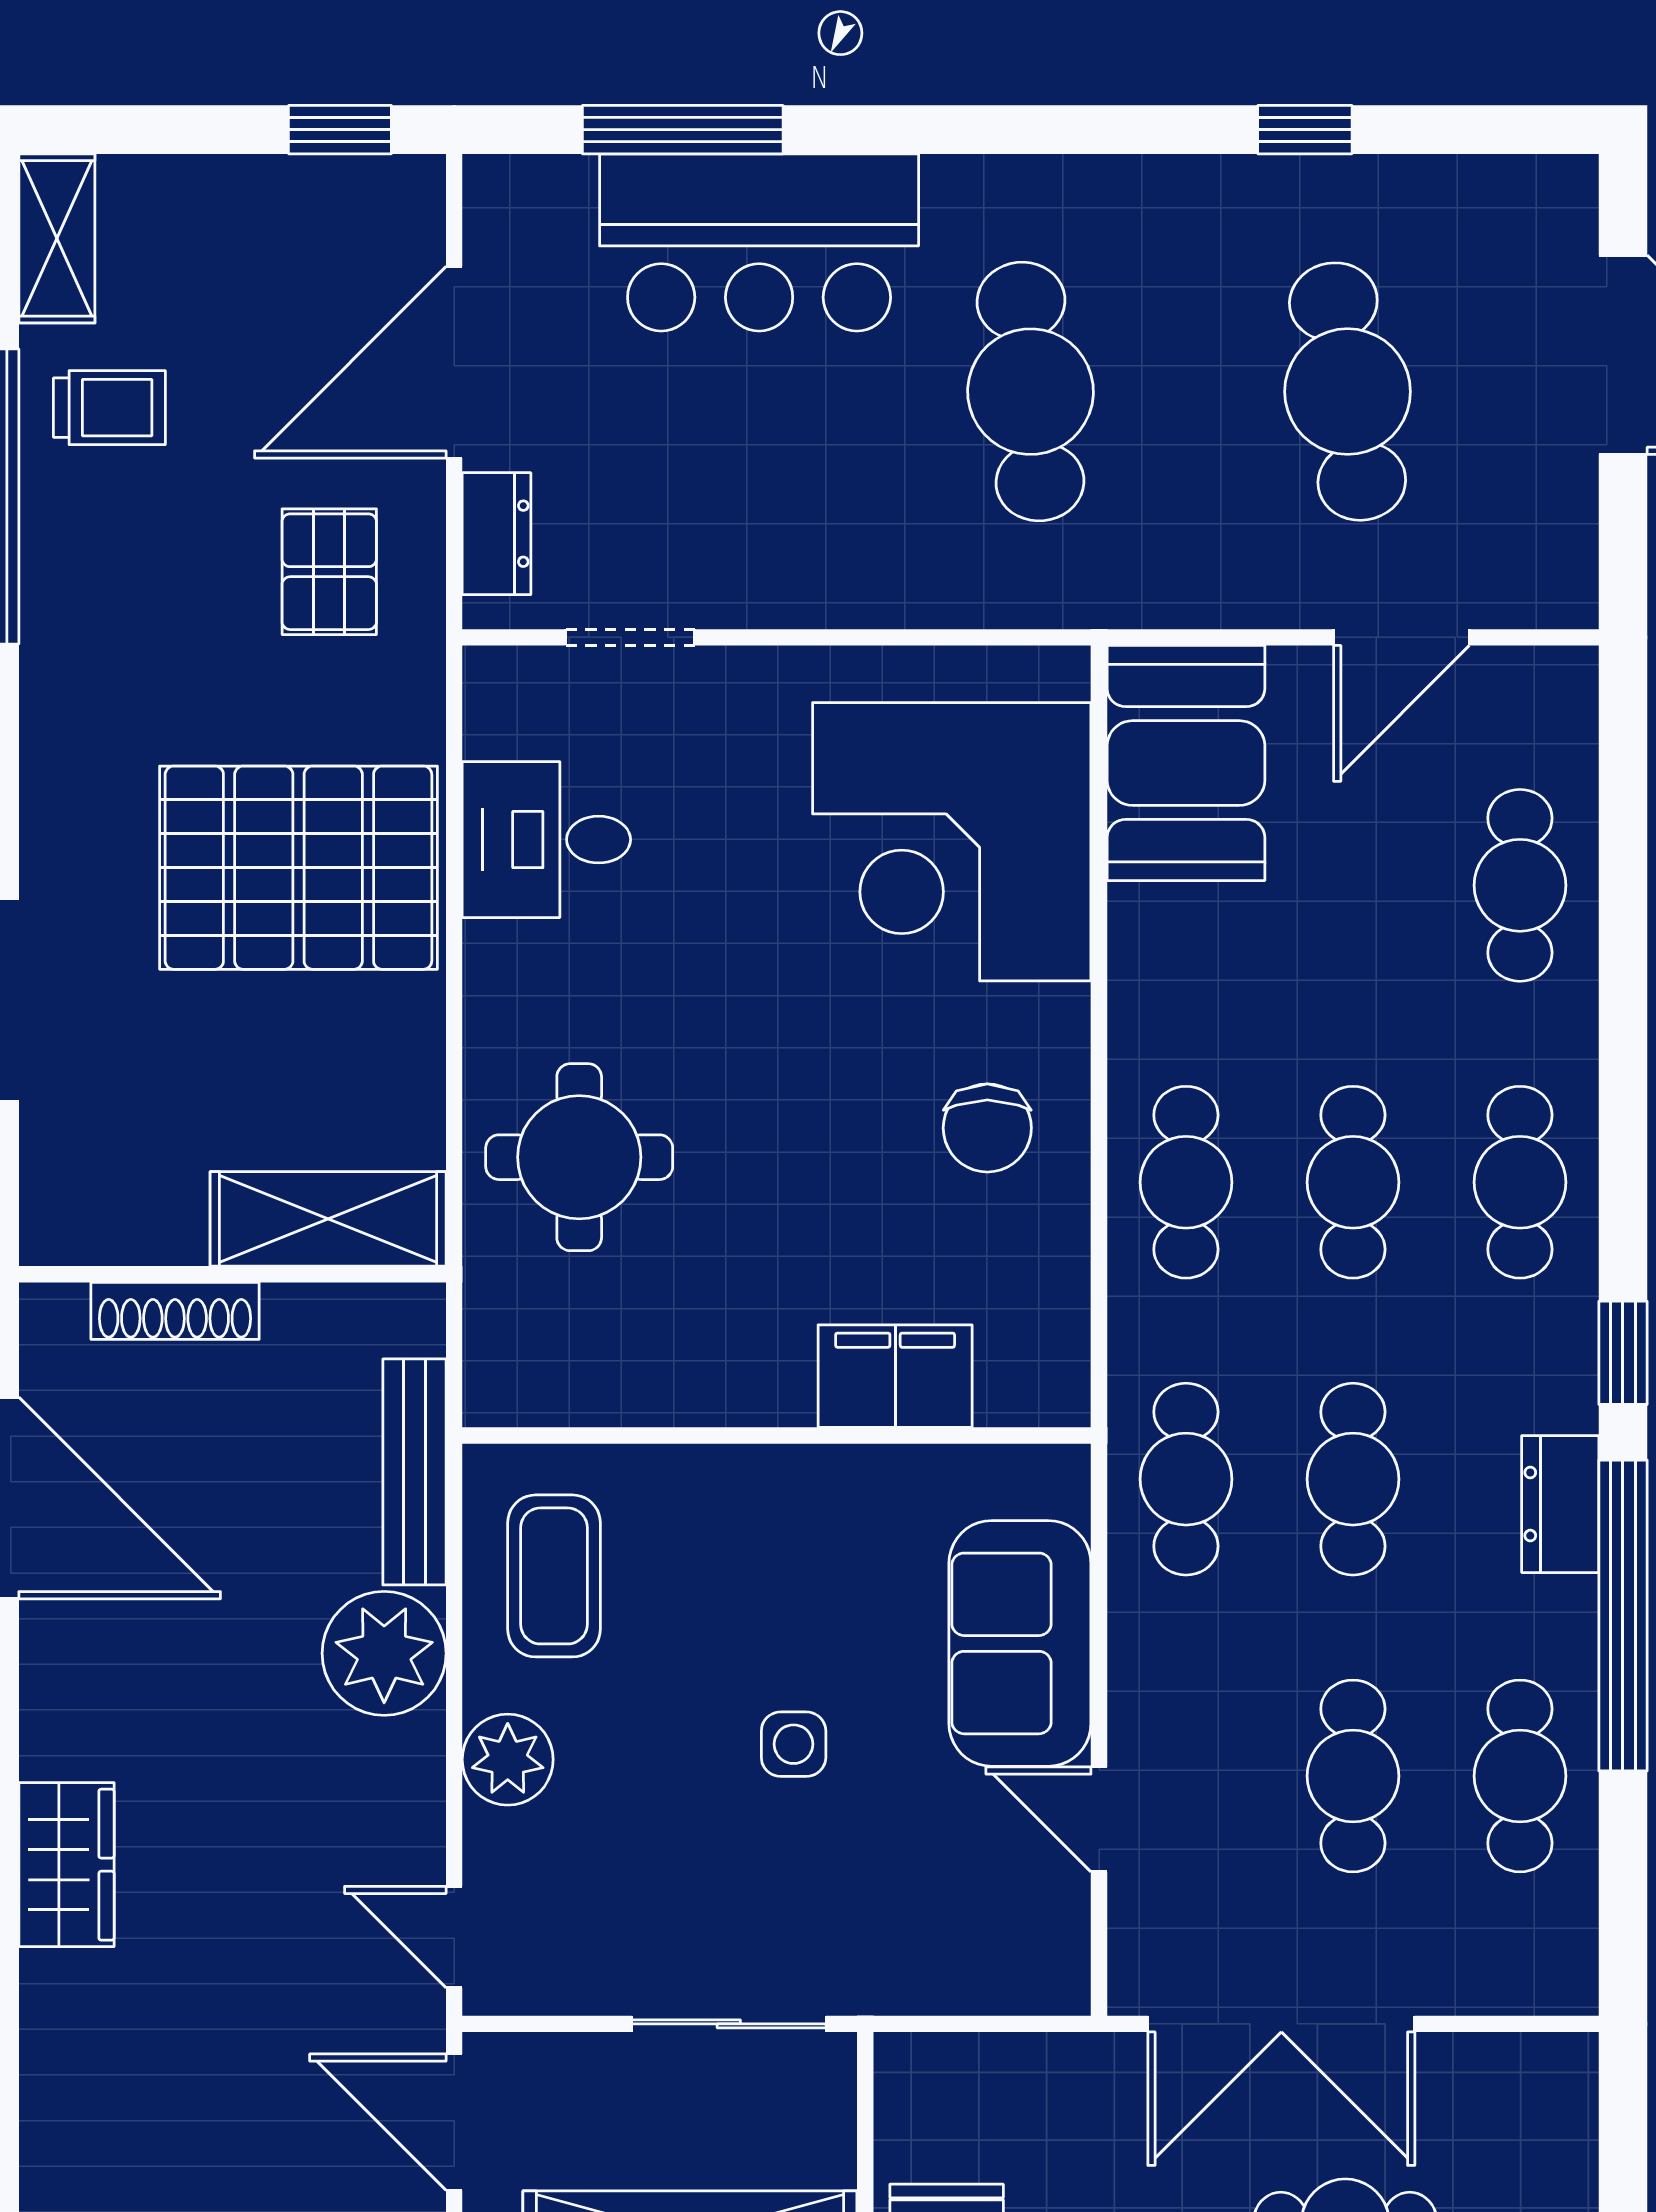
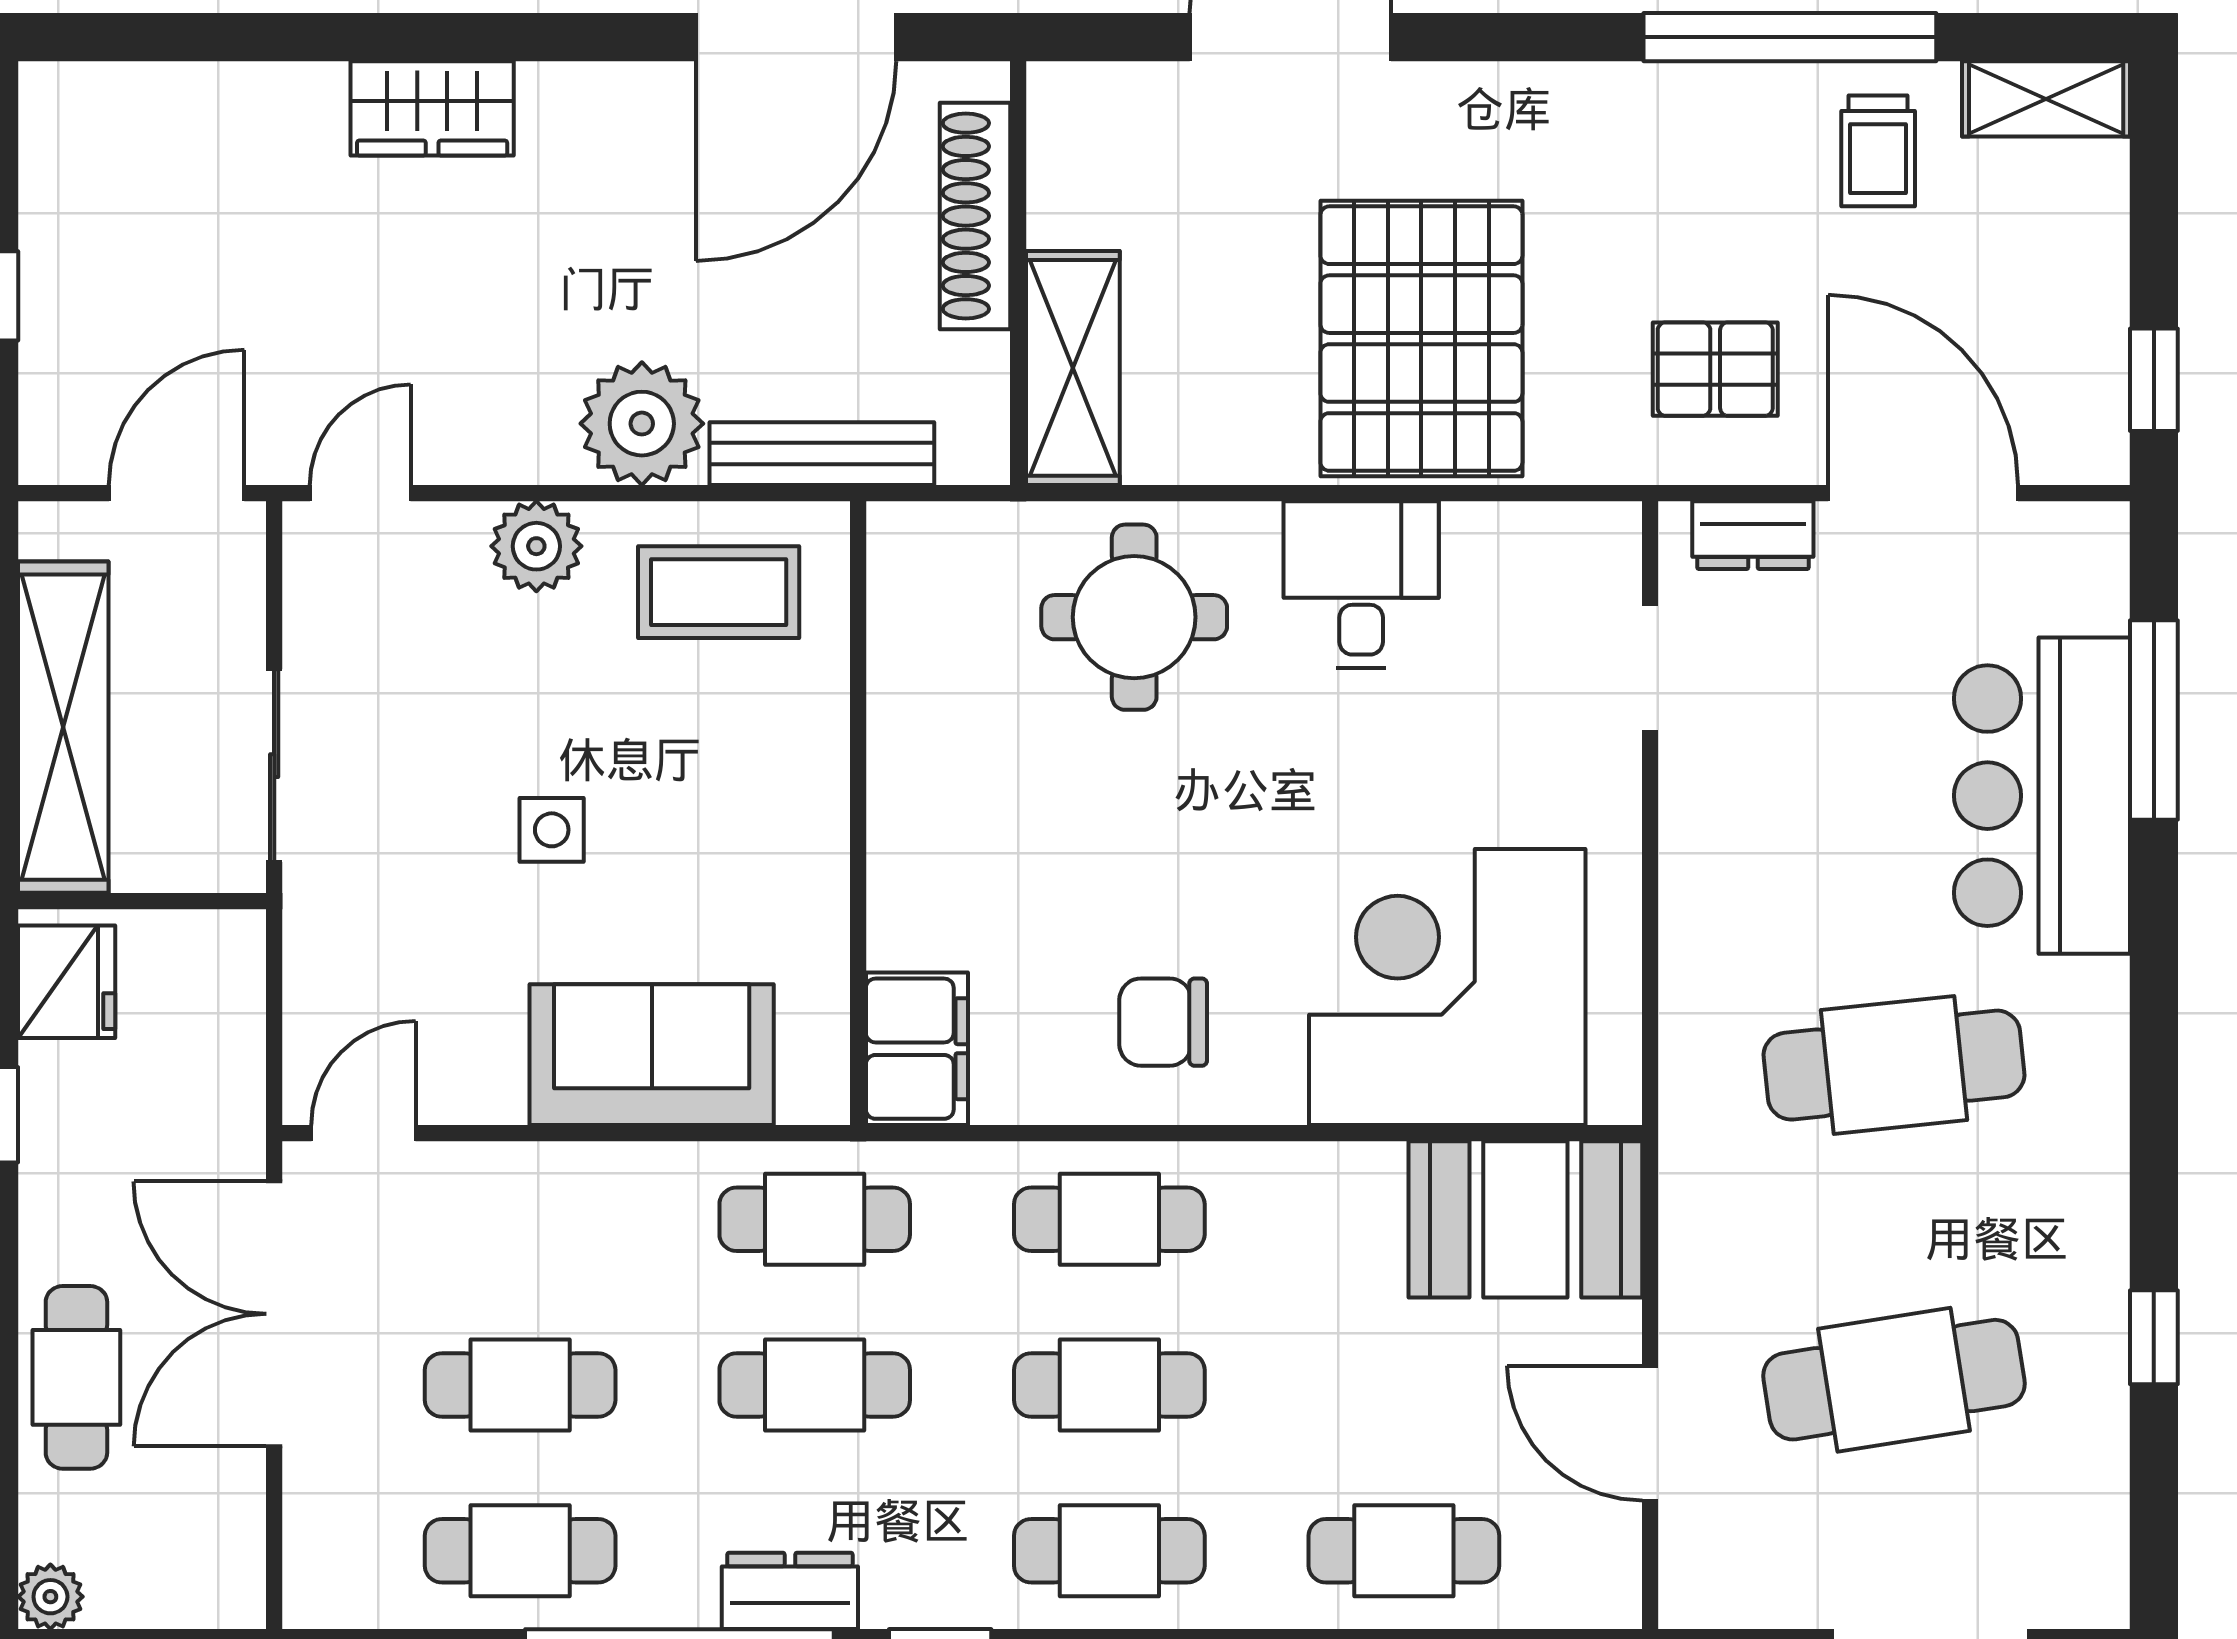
desk: (546, 840) -> (1361, 585), moved
shoe rack: (175, 1311) -> (975, 216), width x1.36, depth x1.24
filing cabinet: (895, 1376) -> (917, 1049), moved
door: (1099, 1819) -> (363, 1133), moved

